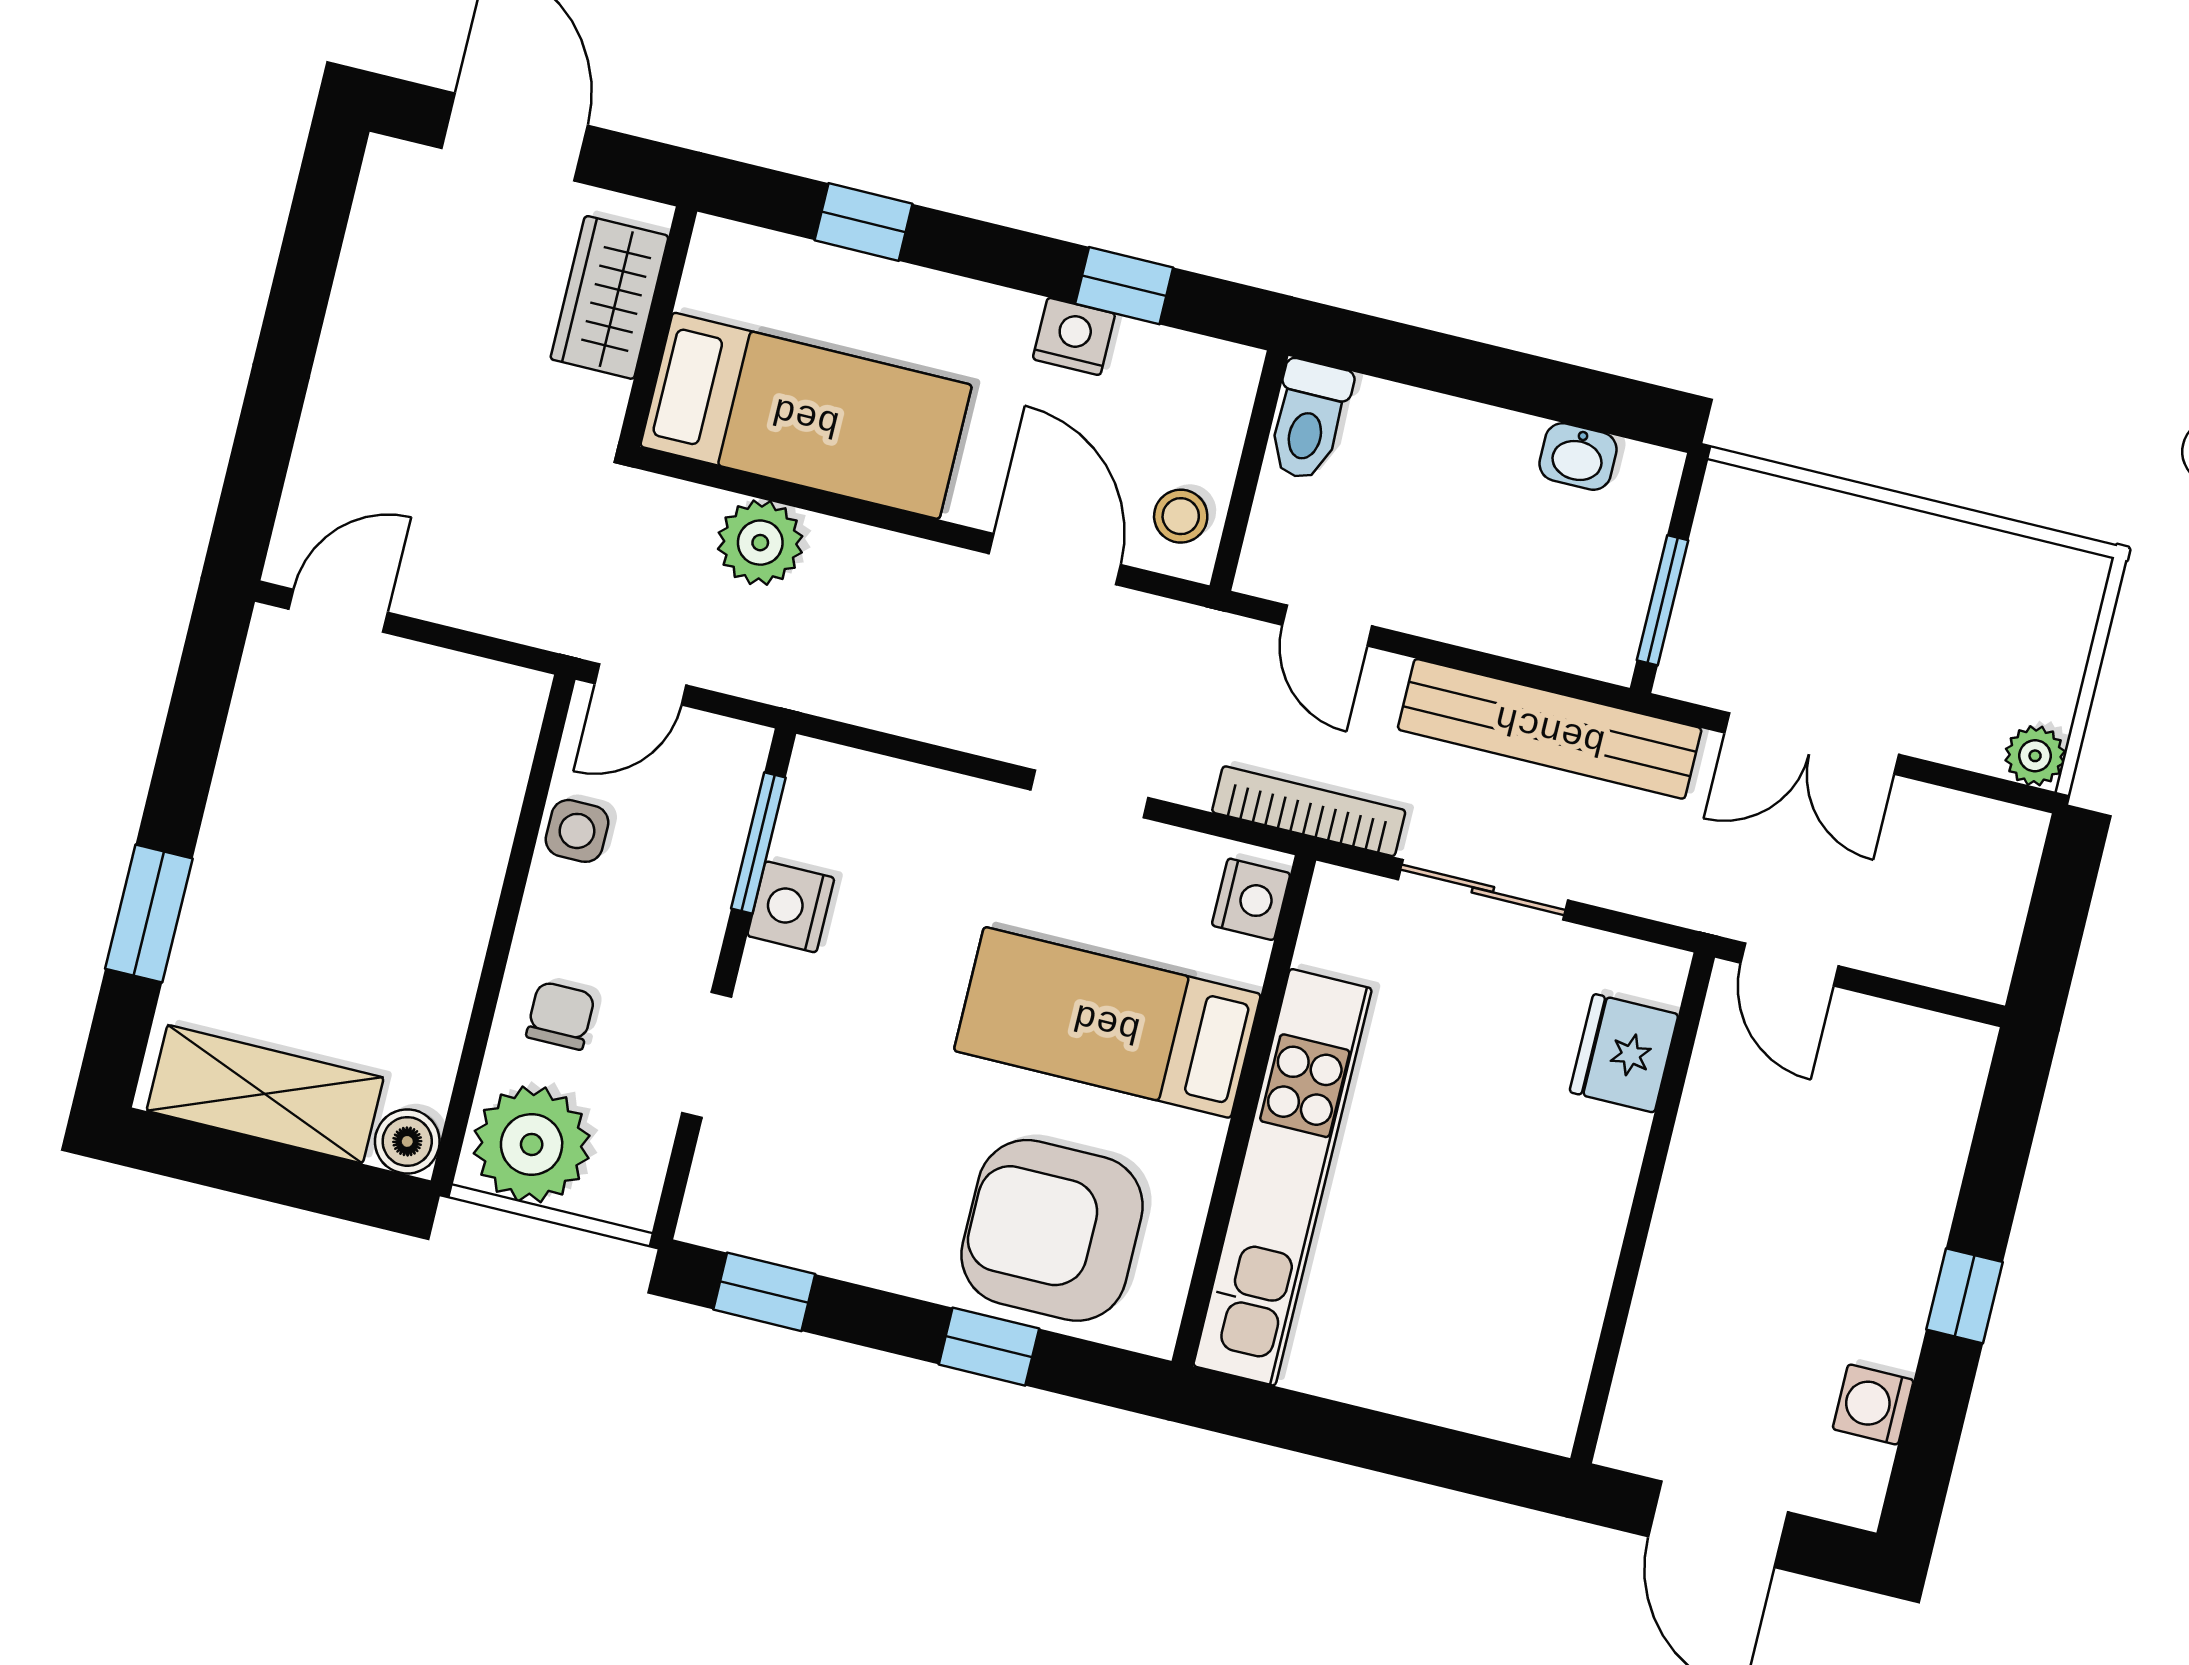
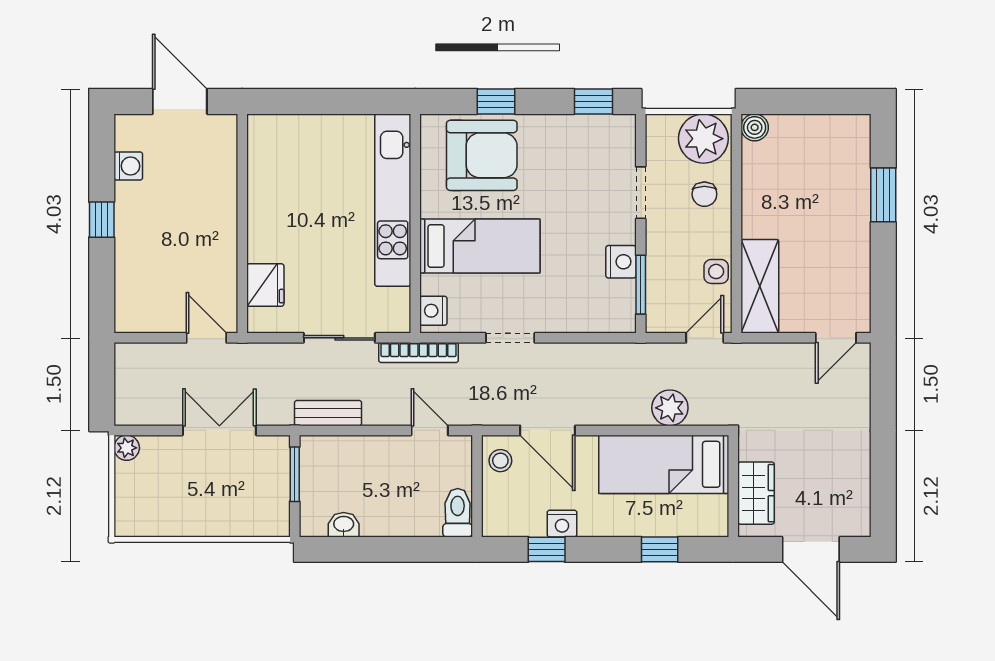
bench: (1550, 729) -> (328, 413), width x0.54, depth x0.82
shelving: (265, 1094) -> (760, 286), moved, turned 90

